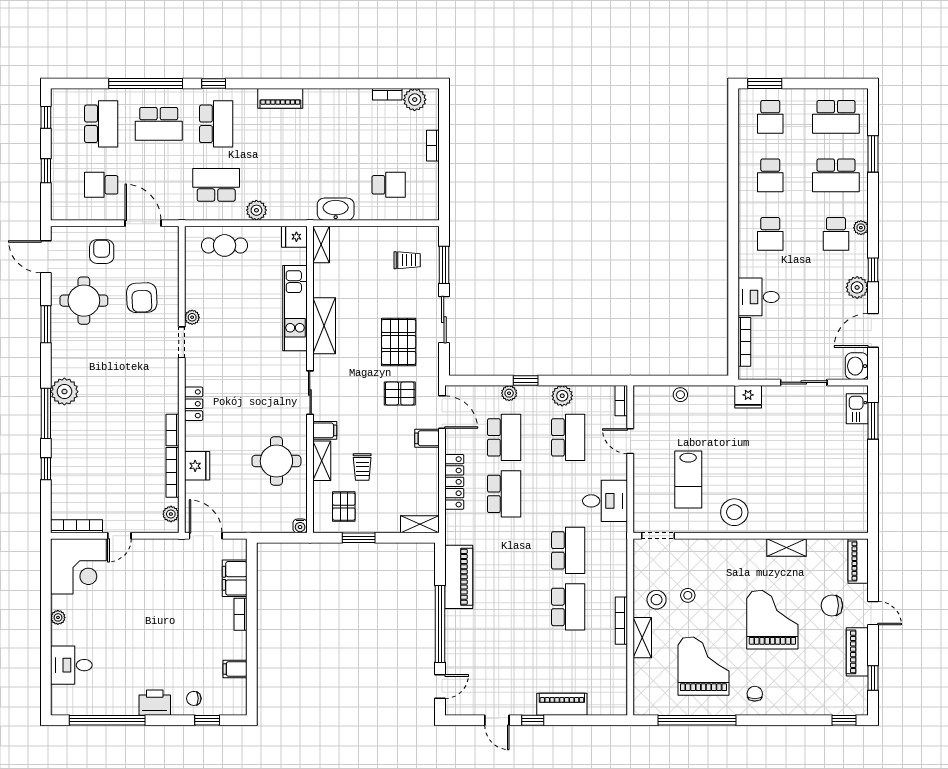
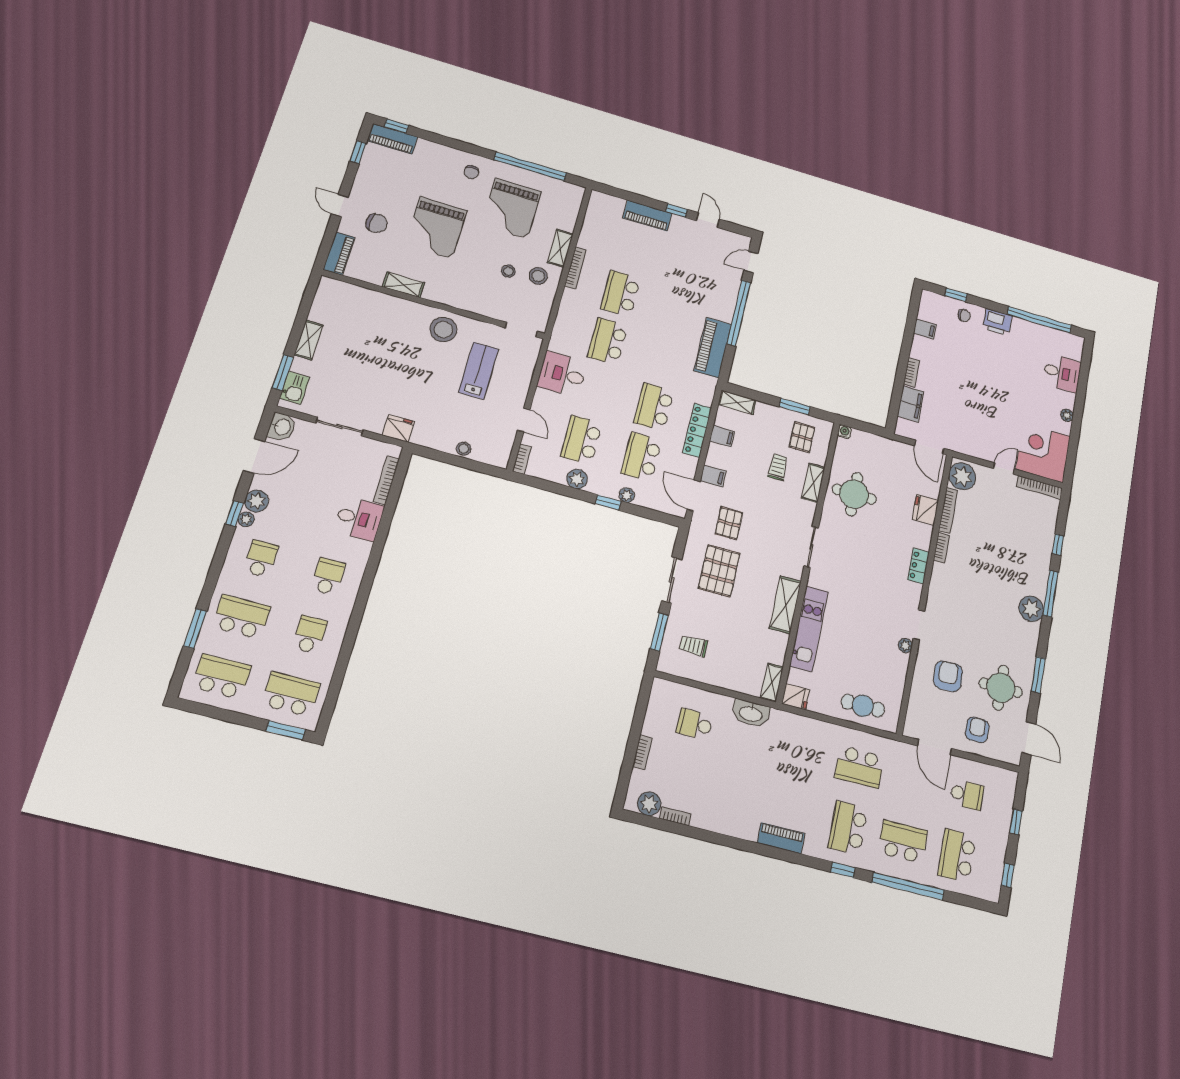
school desk: (770, 117) -> (291, 694), width x1.85
plant: (256, 210) -> (826, 732), removed
plant: (861, 228) -> (246, 519), moved
armchair: (102, 252) -> (977, 730), turned 180
pallet: (400, 393) -> (729, 523), turned 90
filing cabinet: (325, 430) -> (722, 436), moved, turned 180
shelving: (859, 461) -> (309, 340), added
plant: (171, 514) -> (962, 476), width x1.88, depth x1.88
piano: (857, 652) -> (392, 139), moved, turned 90

